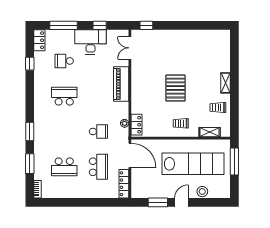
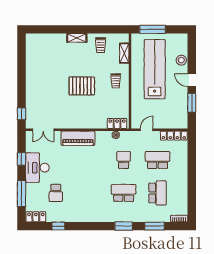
school desk: (64, 96) -> (124, 193), moved, turned 90
door: (130, 155) -> (147, 130), width x0.53

